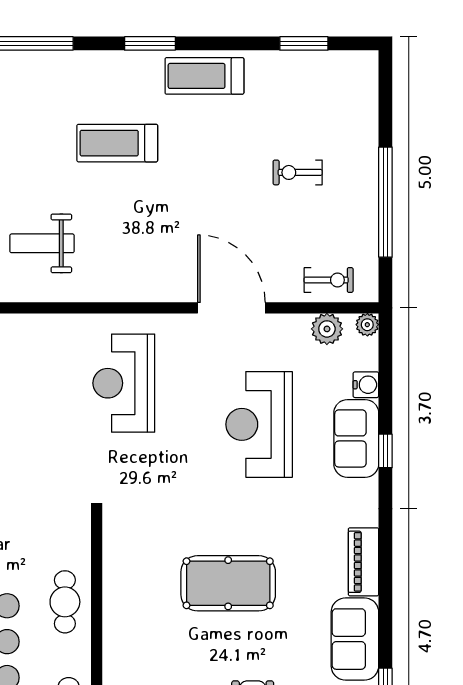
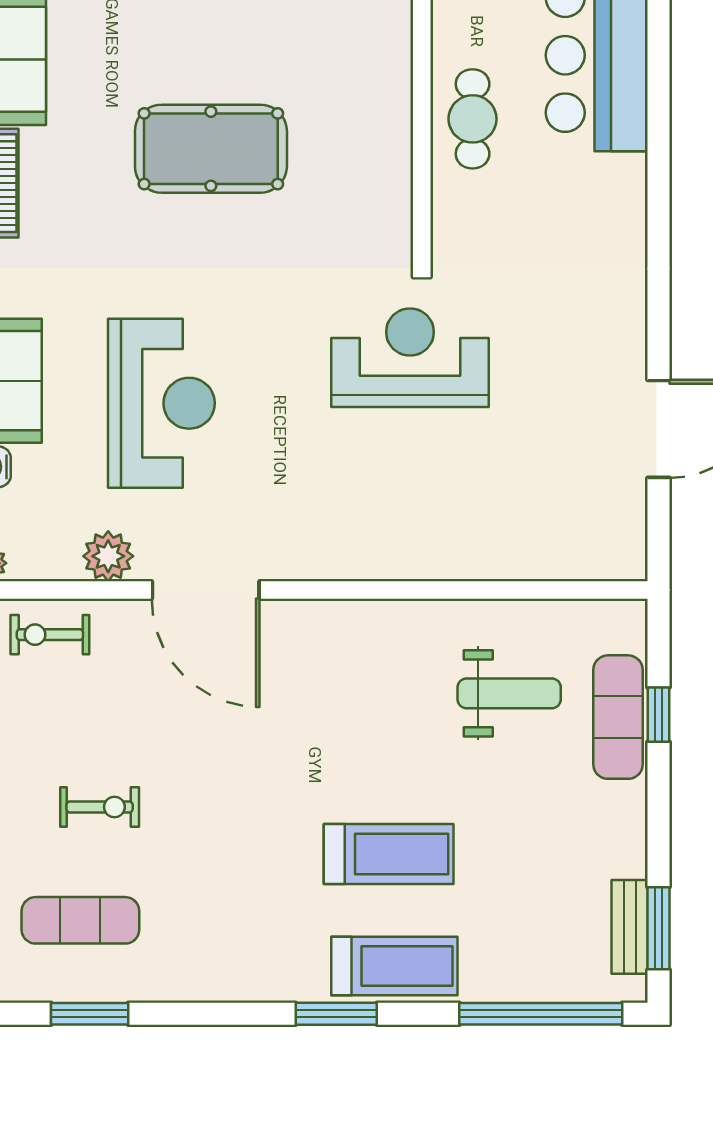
treadmill: (204, 76) -> (394, 966), moved
exercise mat: (310, 102) -> (80, 920), added
plant: (327, 329) -> (108, 556), moved
reception desk: (124, 383) -> (410, 358), moved, turned -90

